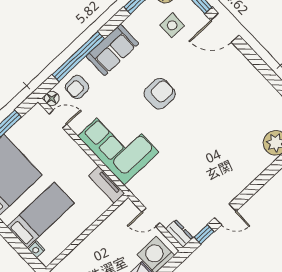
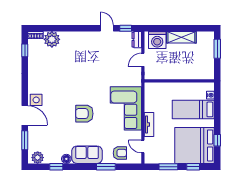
side table: (172, 25) -> (36, 100), moved
window: (78, 57) -> (106, 167), width x0.47
floor lamp: (52, 98) -> (66, 159), moved
tv unit: (107, 185) -> (149, 124), moved
door: (151, 217) -> (143, 60), swing flipped

